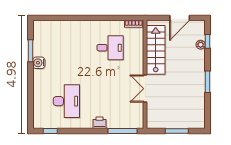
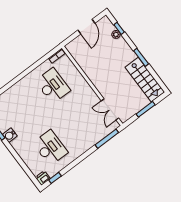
desk: (110, 48) -> (53, 86), width x1.37
stairs: (156, 50) -> (145, 80), moved, turned 180
double door: (145, 89) -> (110, 109), moved
printer: (100, 123) -> (43, 178), moved

